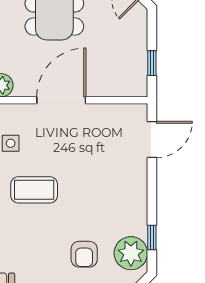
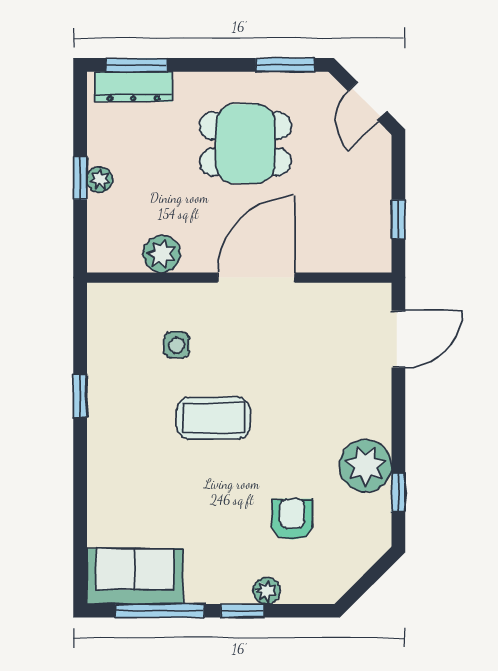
plant: (131, 253) -> (365, 466), moved
armchair: (84, 254) -> (292, 519), turned 180

